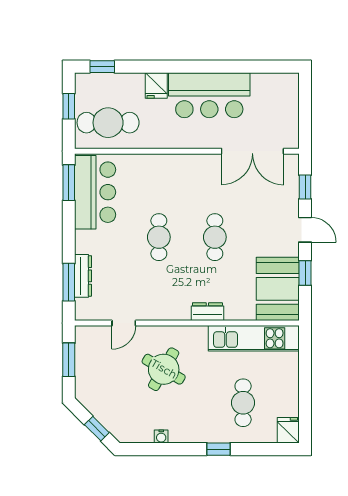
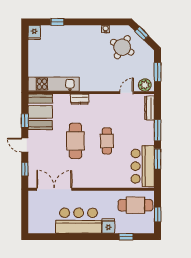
window: (102, 67) -> (126, 237), moved
window: (69, 183) -> (158, 159), moved
cafe table: (215, 237) -> (75, 141), width x1.37, depth x1.35
dresser: (83, 276) -> (149, 108), moved
window: (69, 282) -> (158, 130), moved
plant: (91, 337) -> (145, 85), added
round table: (164, 369) -> (122, 47), moved
cafe table: (243, 403) -> (60, 48), removed
window: (218, 449) -> (57, 22), moved

